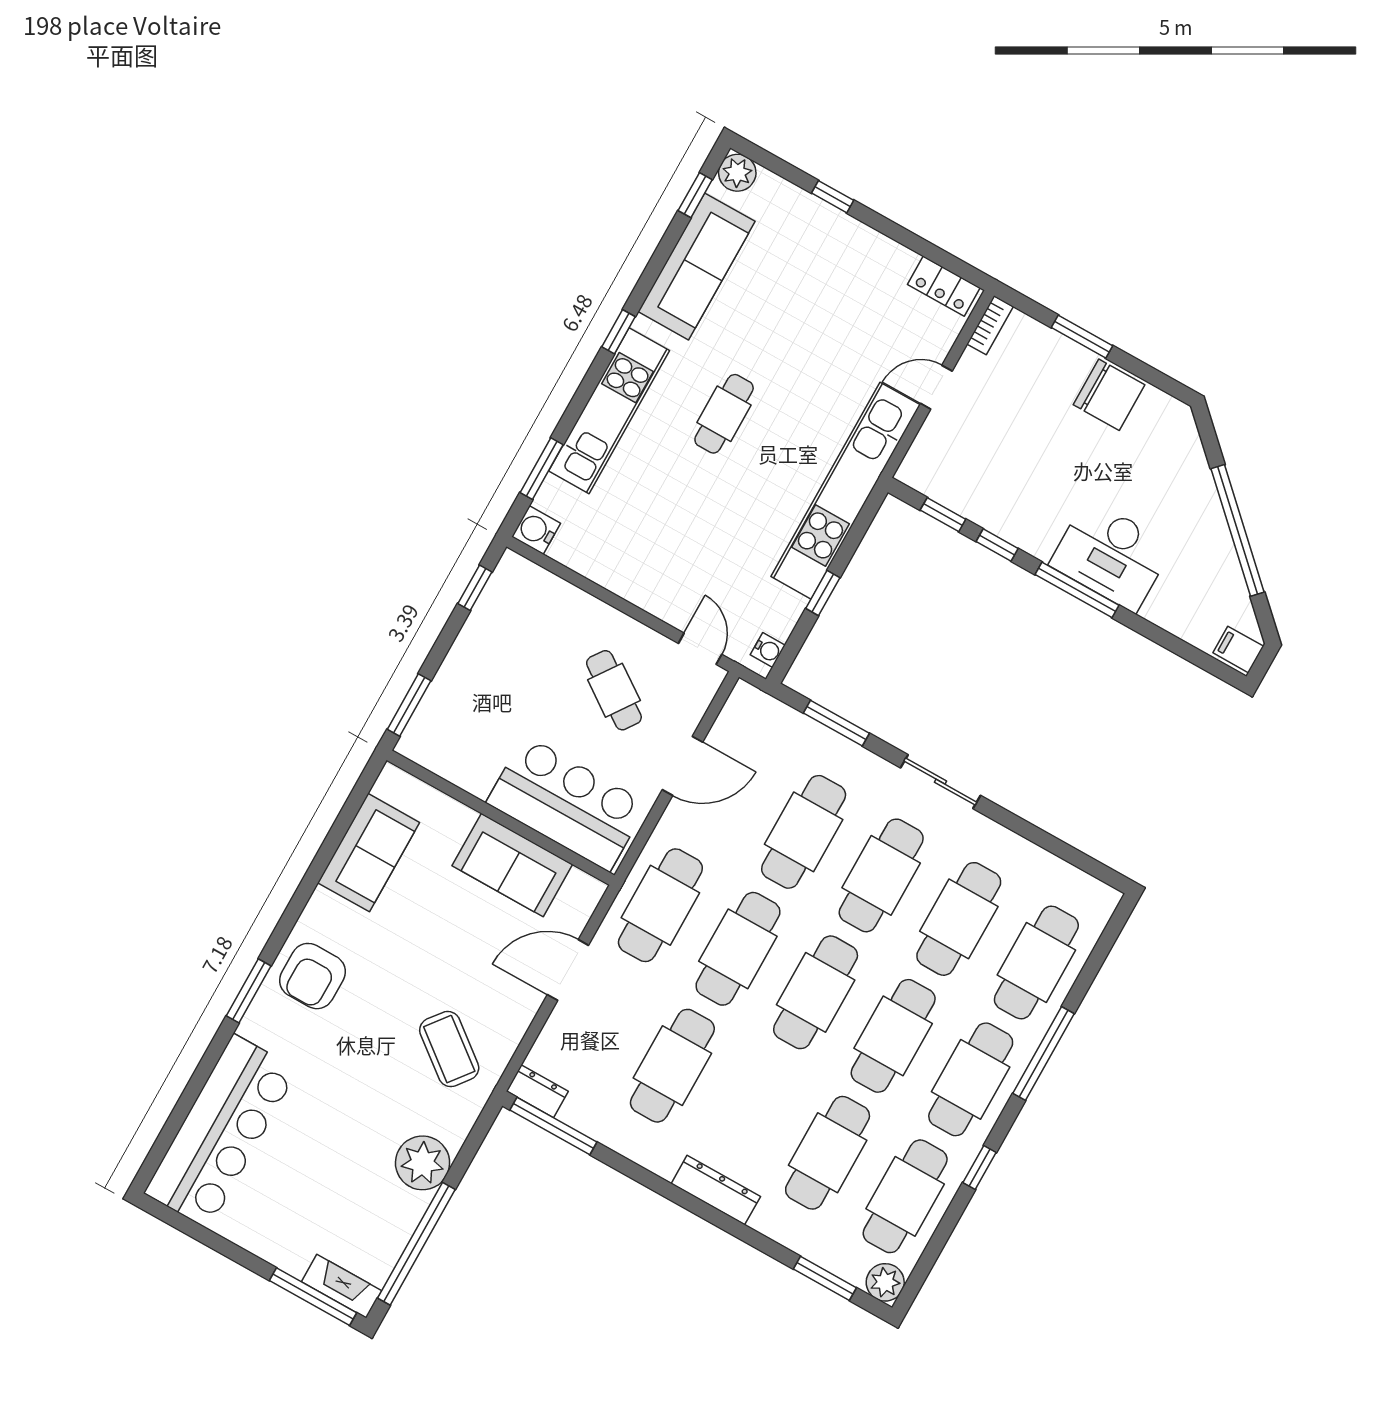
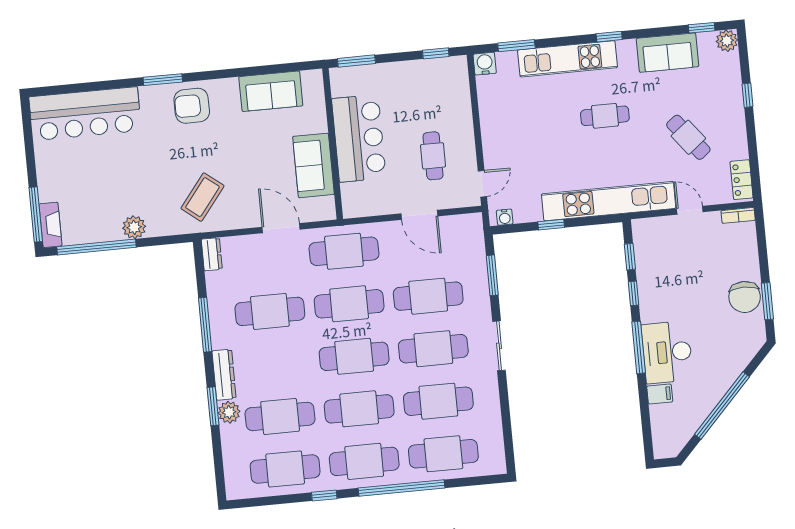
sofa: (697, 266) -> (667, 53), width x0.73
cafe table: (834, 319) -> (688, 137), added
window: (1082, 337) -> (767, 301), moved
filing cabinet: (1238, 650) -> (660, 394), moved, turned 90
cafe table: (614, 690) -> (433, 156), turned -35
bar counter: (567, 803) -> (359, 138), moved
window: (1043, 1053) -> (401, 488), width x1.46
window: (553, 1126) -> (205, 325), moved
plant: (423, 1163) -> (134, 227), width x0.73, depth x0.73
window: (825, 1278) -> (213, 406), moved
plant: (885, 1282) -> (229, 412), moved

